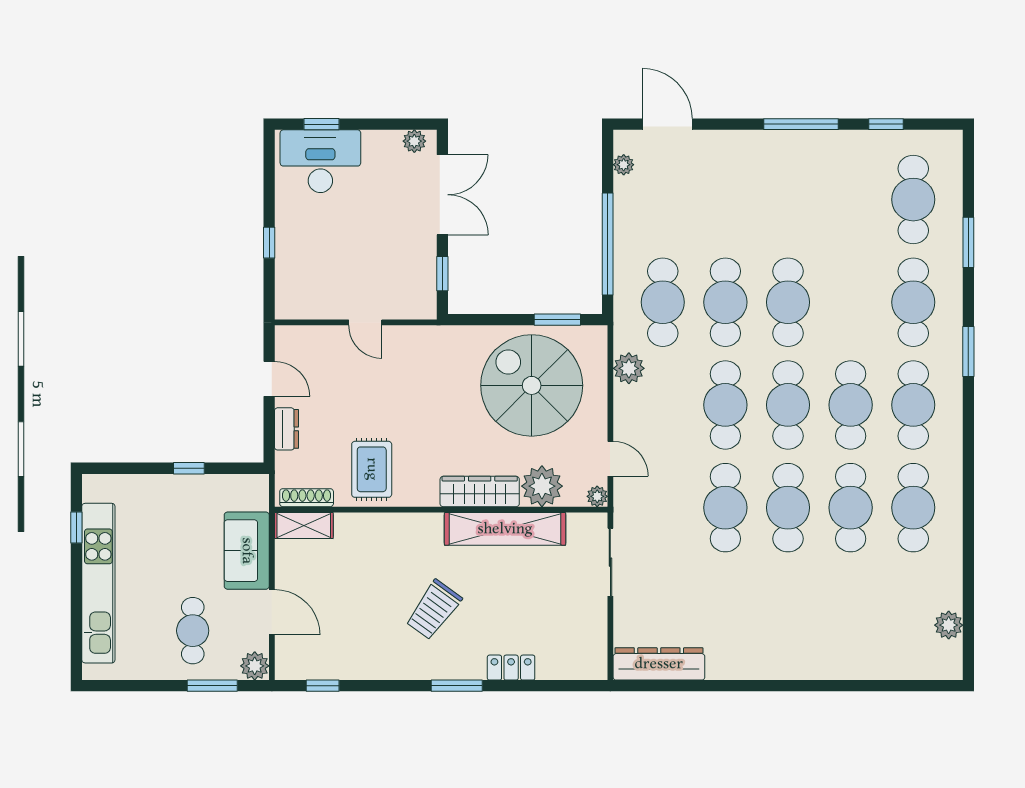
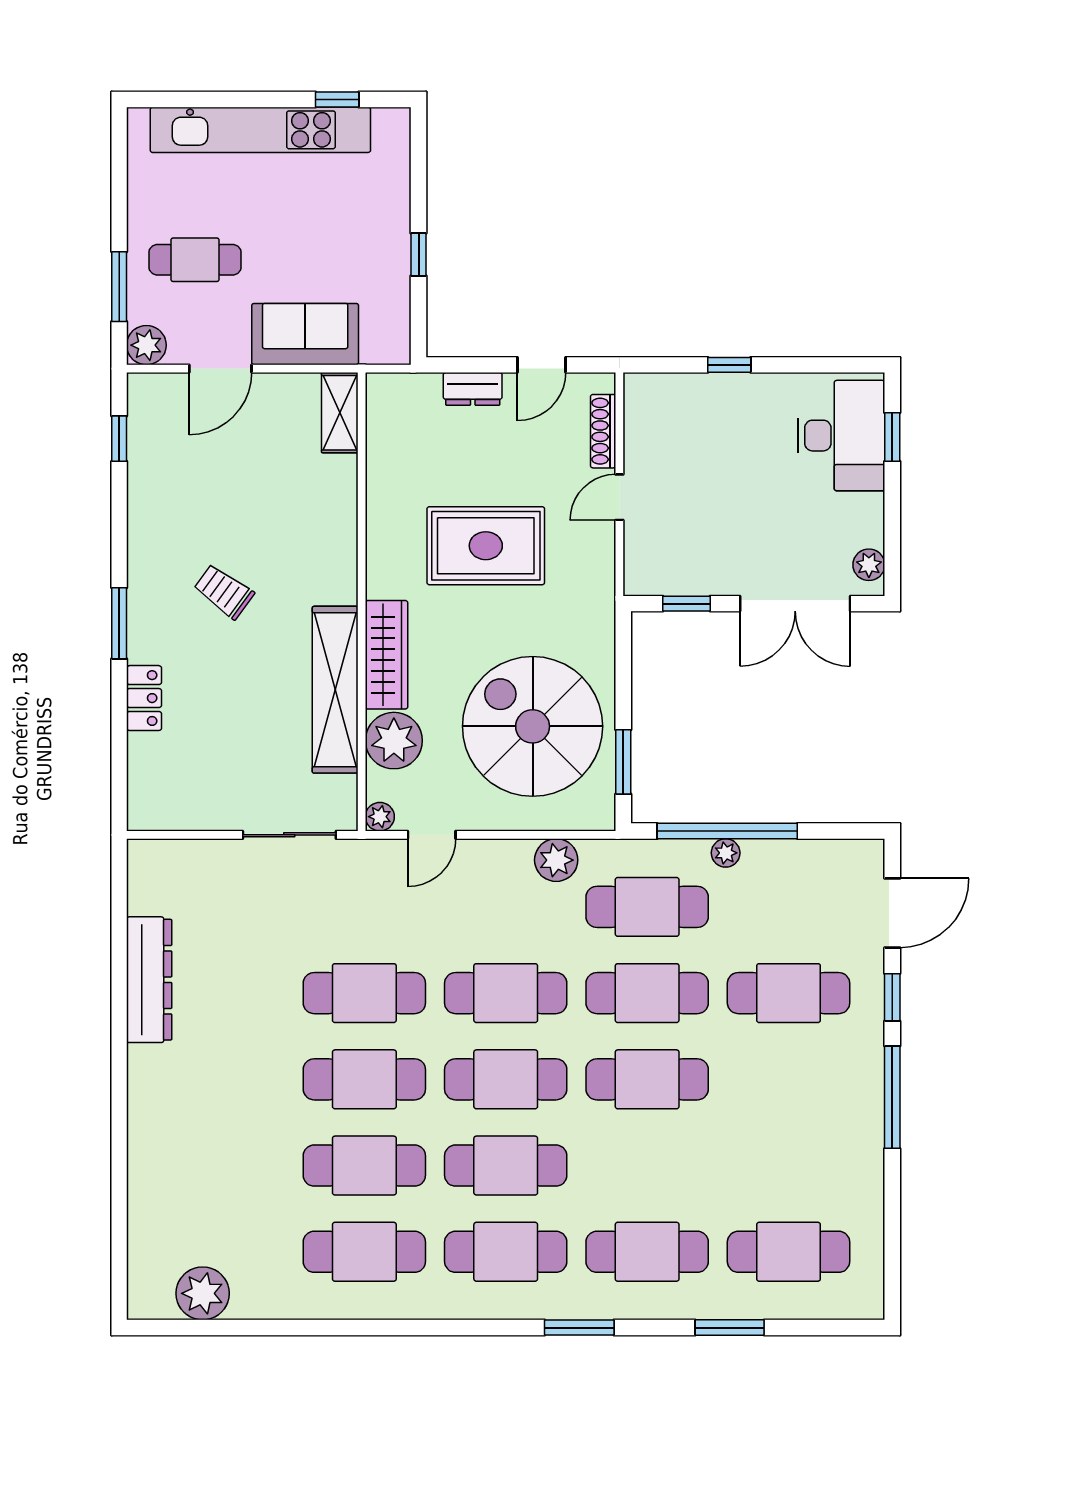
window: (886, 124) -> (892, 997), moved
plant: (624, 165) -> (726, 853), moved
cafe table: (725, 200) -> (789, 993), added
spiral stairs: (532, 385) -> (533, 726), turned -90
rug: (372, 469) -> (486, 546), moved, width x1.36, depth x1.43
shoe rack: (307, 498) -> (603, 431), moved, turned 180
trolley: (434, 610) -> (224, 591), width x0.73, depth x0.72
plant: (949, 625) -> (203, 1293), width x1.36, depth x1.36
dresser: (659, 664) -> (149, 980), moved

